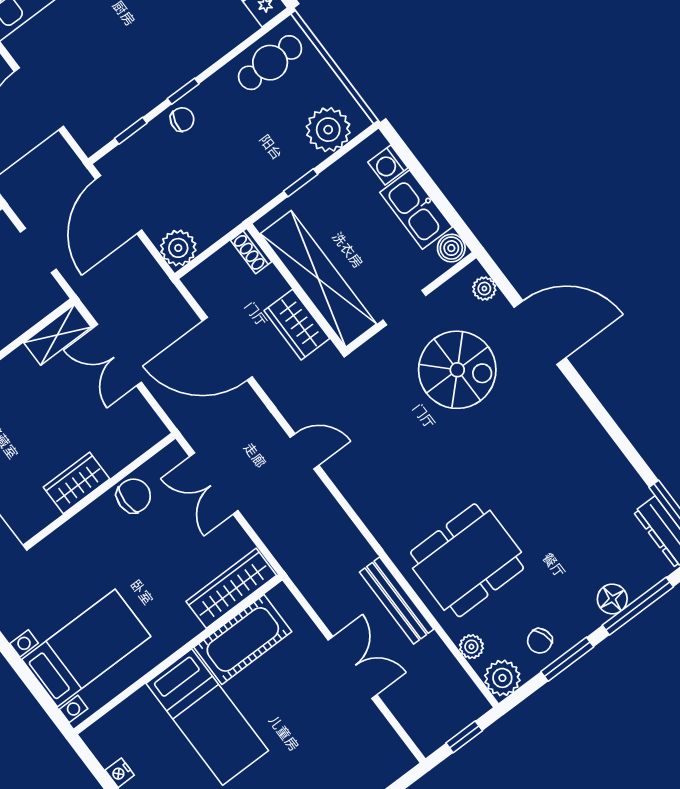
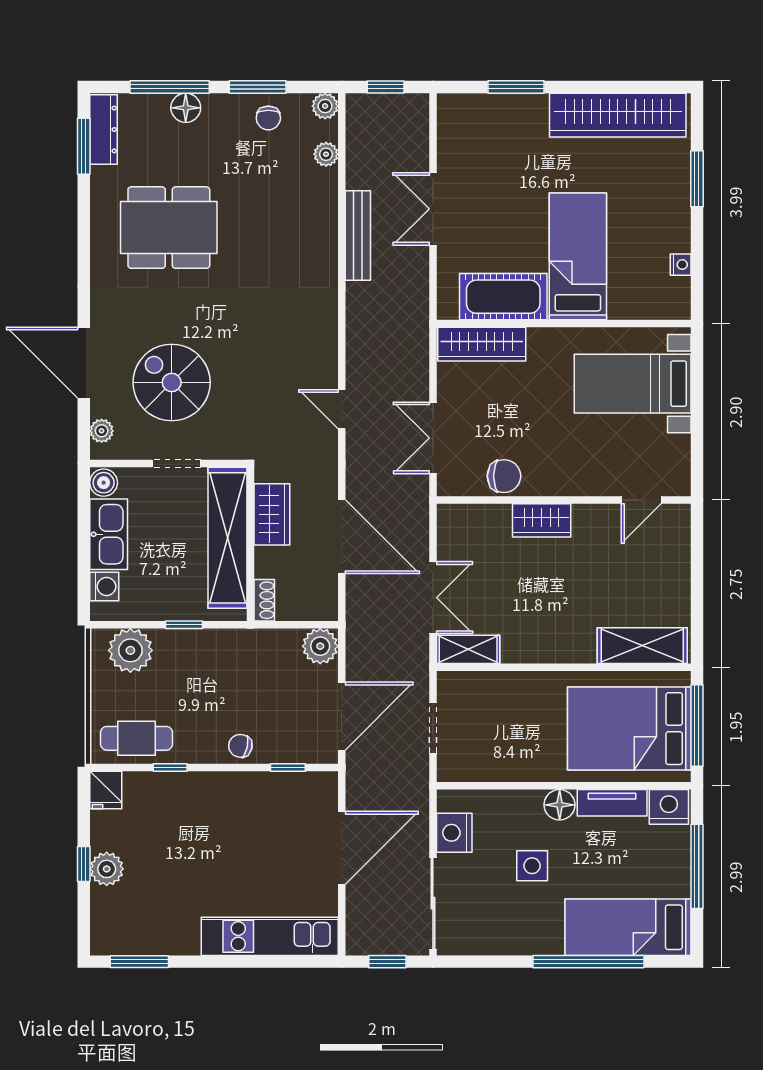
window: (183, 91) -> (170, 768), moved
double door: (214, 483) -> (433, 438), swing flipped
chair: (134, 496) -> (504, 476), turned 180
dining table: (467, 560) -> (169, 228), moved
chair: (540, 641) -> (268, 118), turned 110
plant: (502, 678) -> (325, 106), width x0.73, depth x0.73

